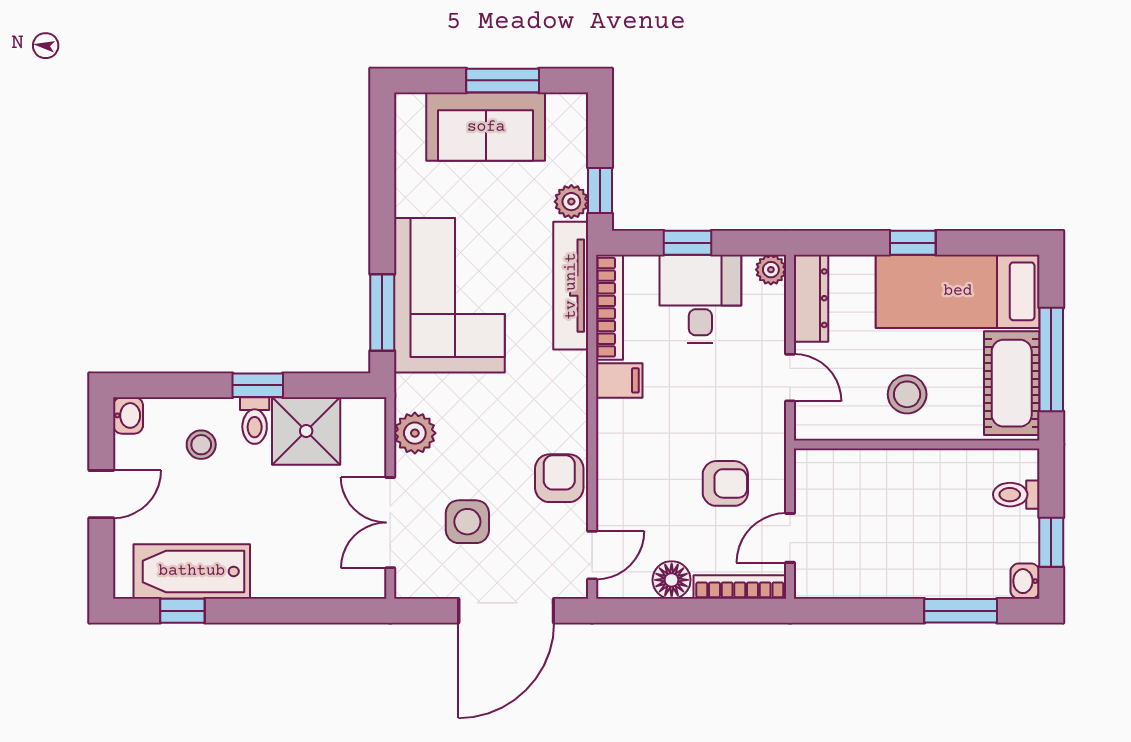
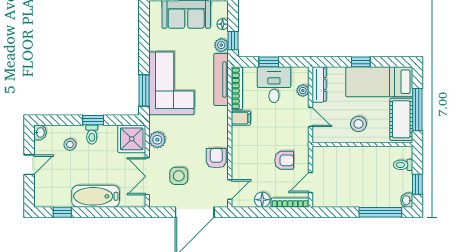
floor lamp: (575, 150) -> (223, 24), added
plant: (771, 270) -> (303, 90), moved
shower: (306, 431) -> (132, 139), moved
bathtub: (192, 571) -> (96, 196), moved
window: (961, 611) -> (380, 212), width x1.44

